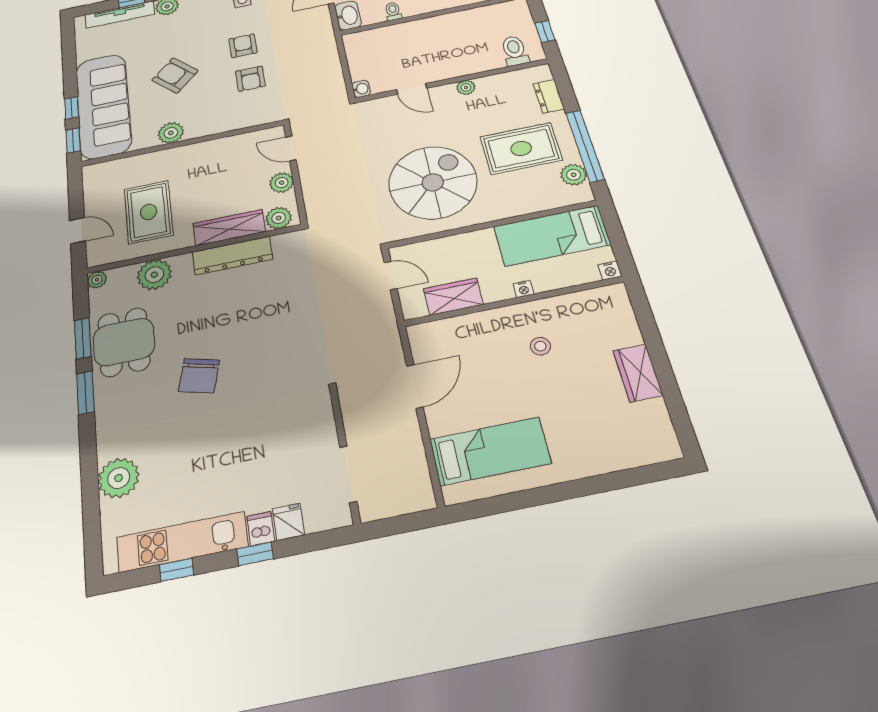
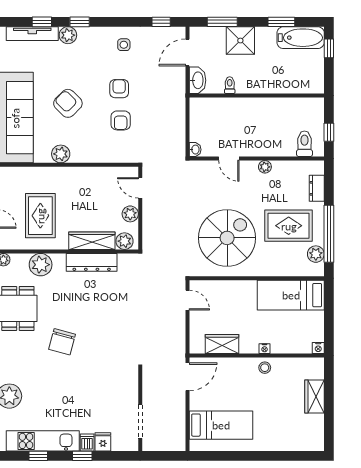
nightstand: (610, 270) -> (318, 348), moved
nightstand: (524, 289) -> (265, 349), moved
wardrobe: (453, 297) -> (222, 344), moved
wall: (514, 301) -> (257, 355), moved

